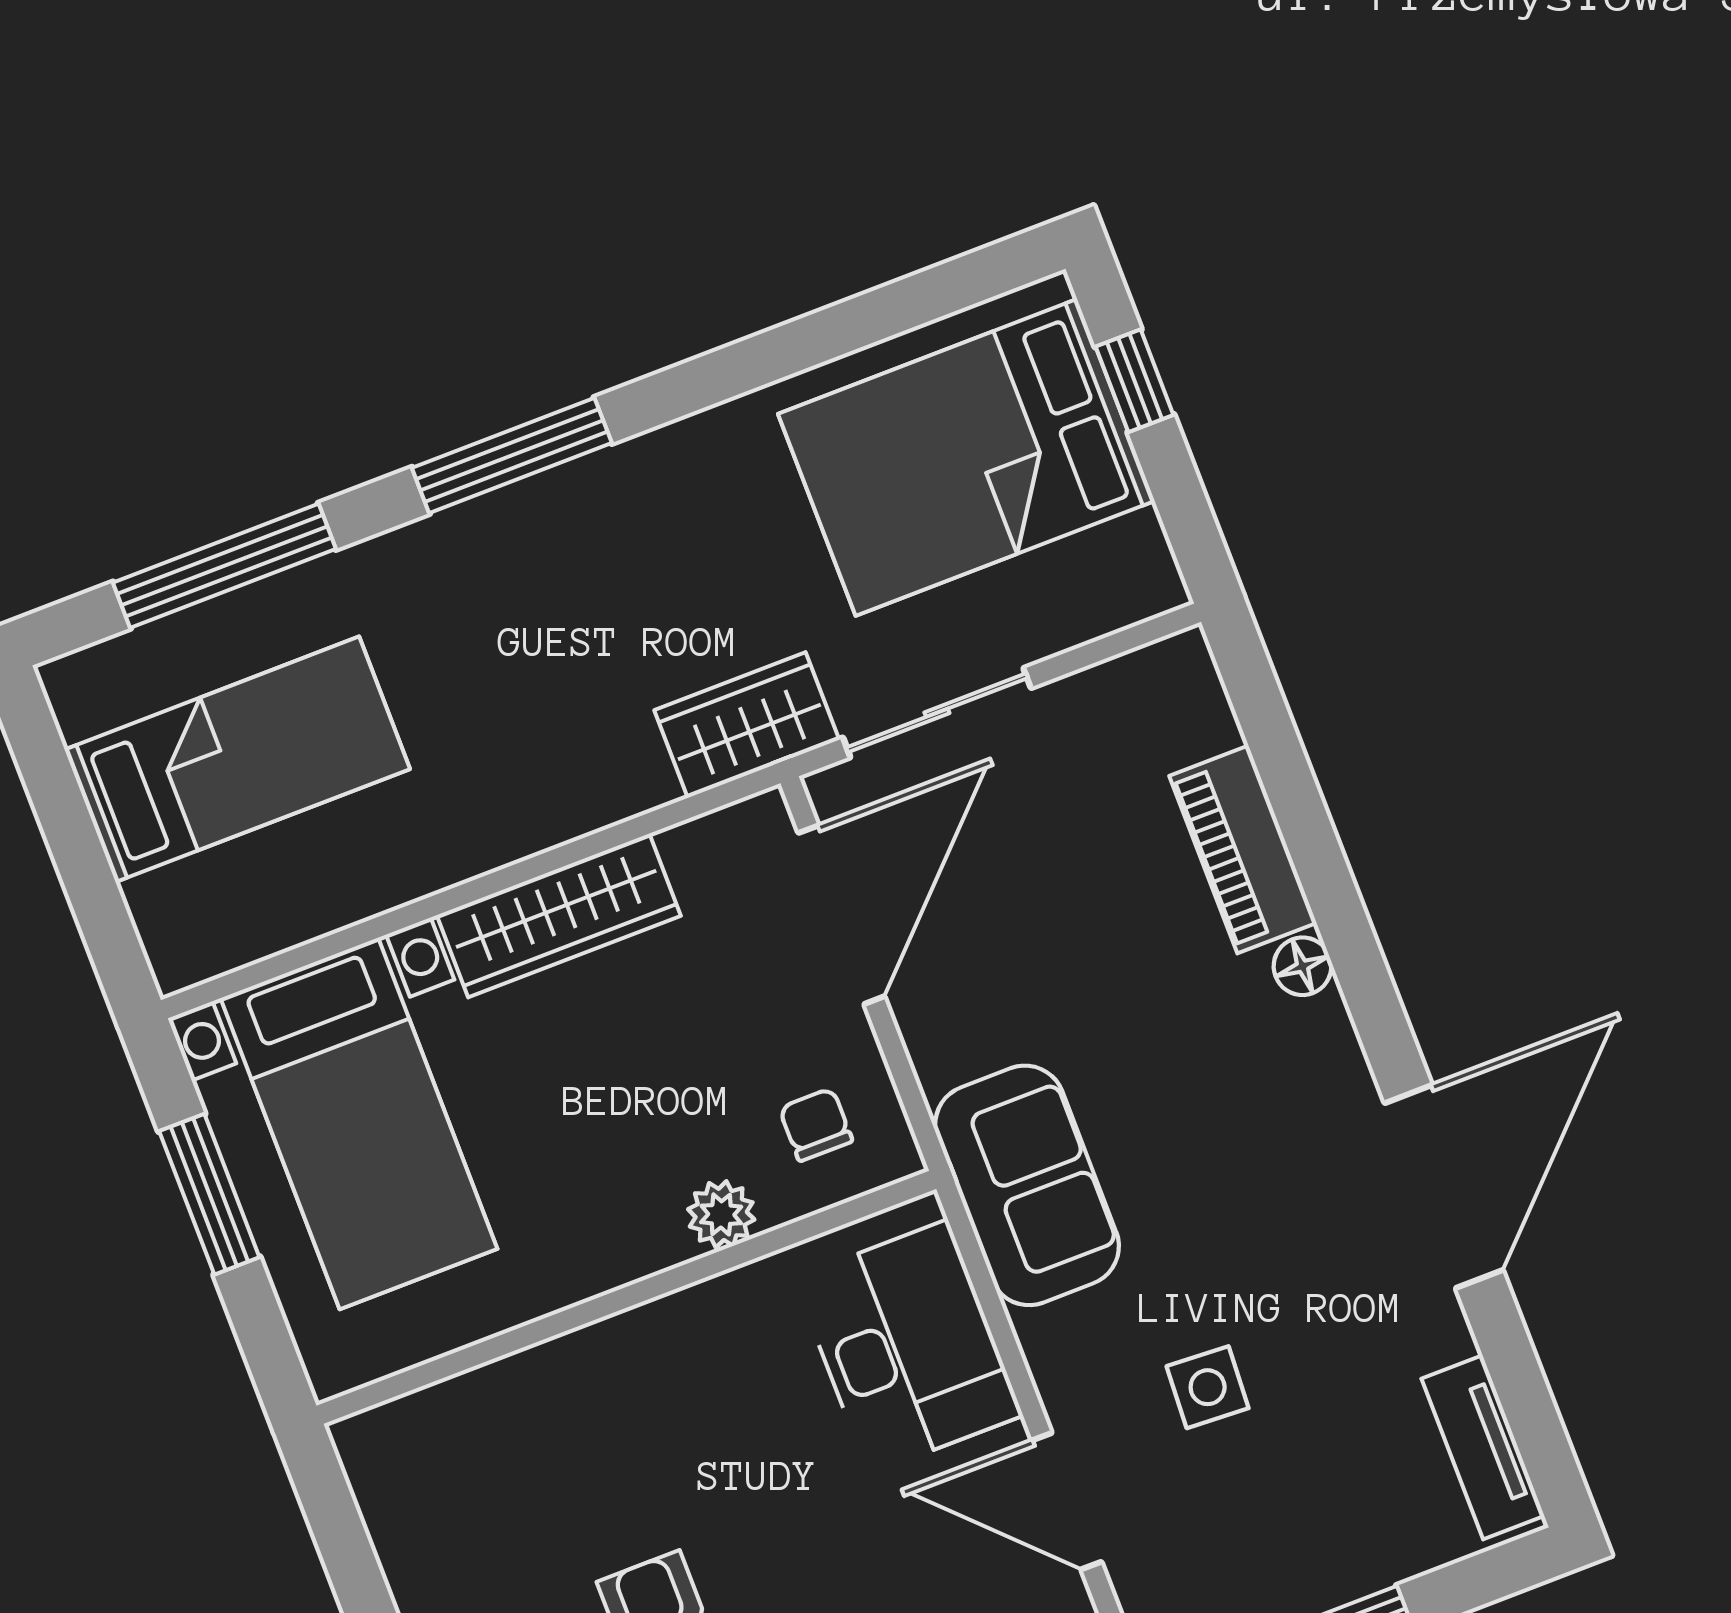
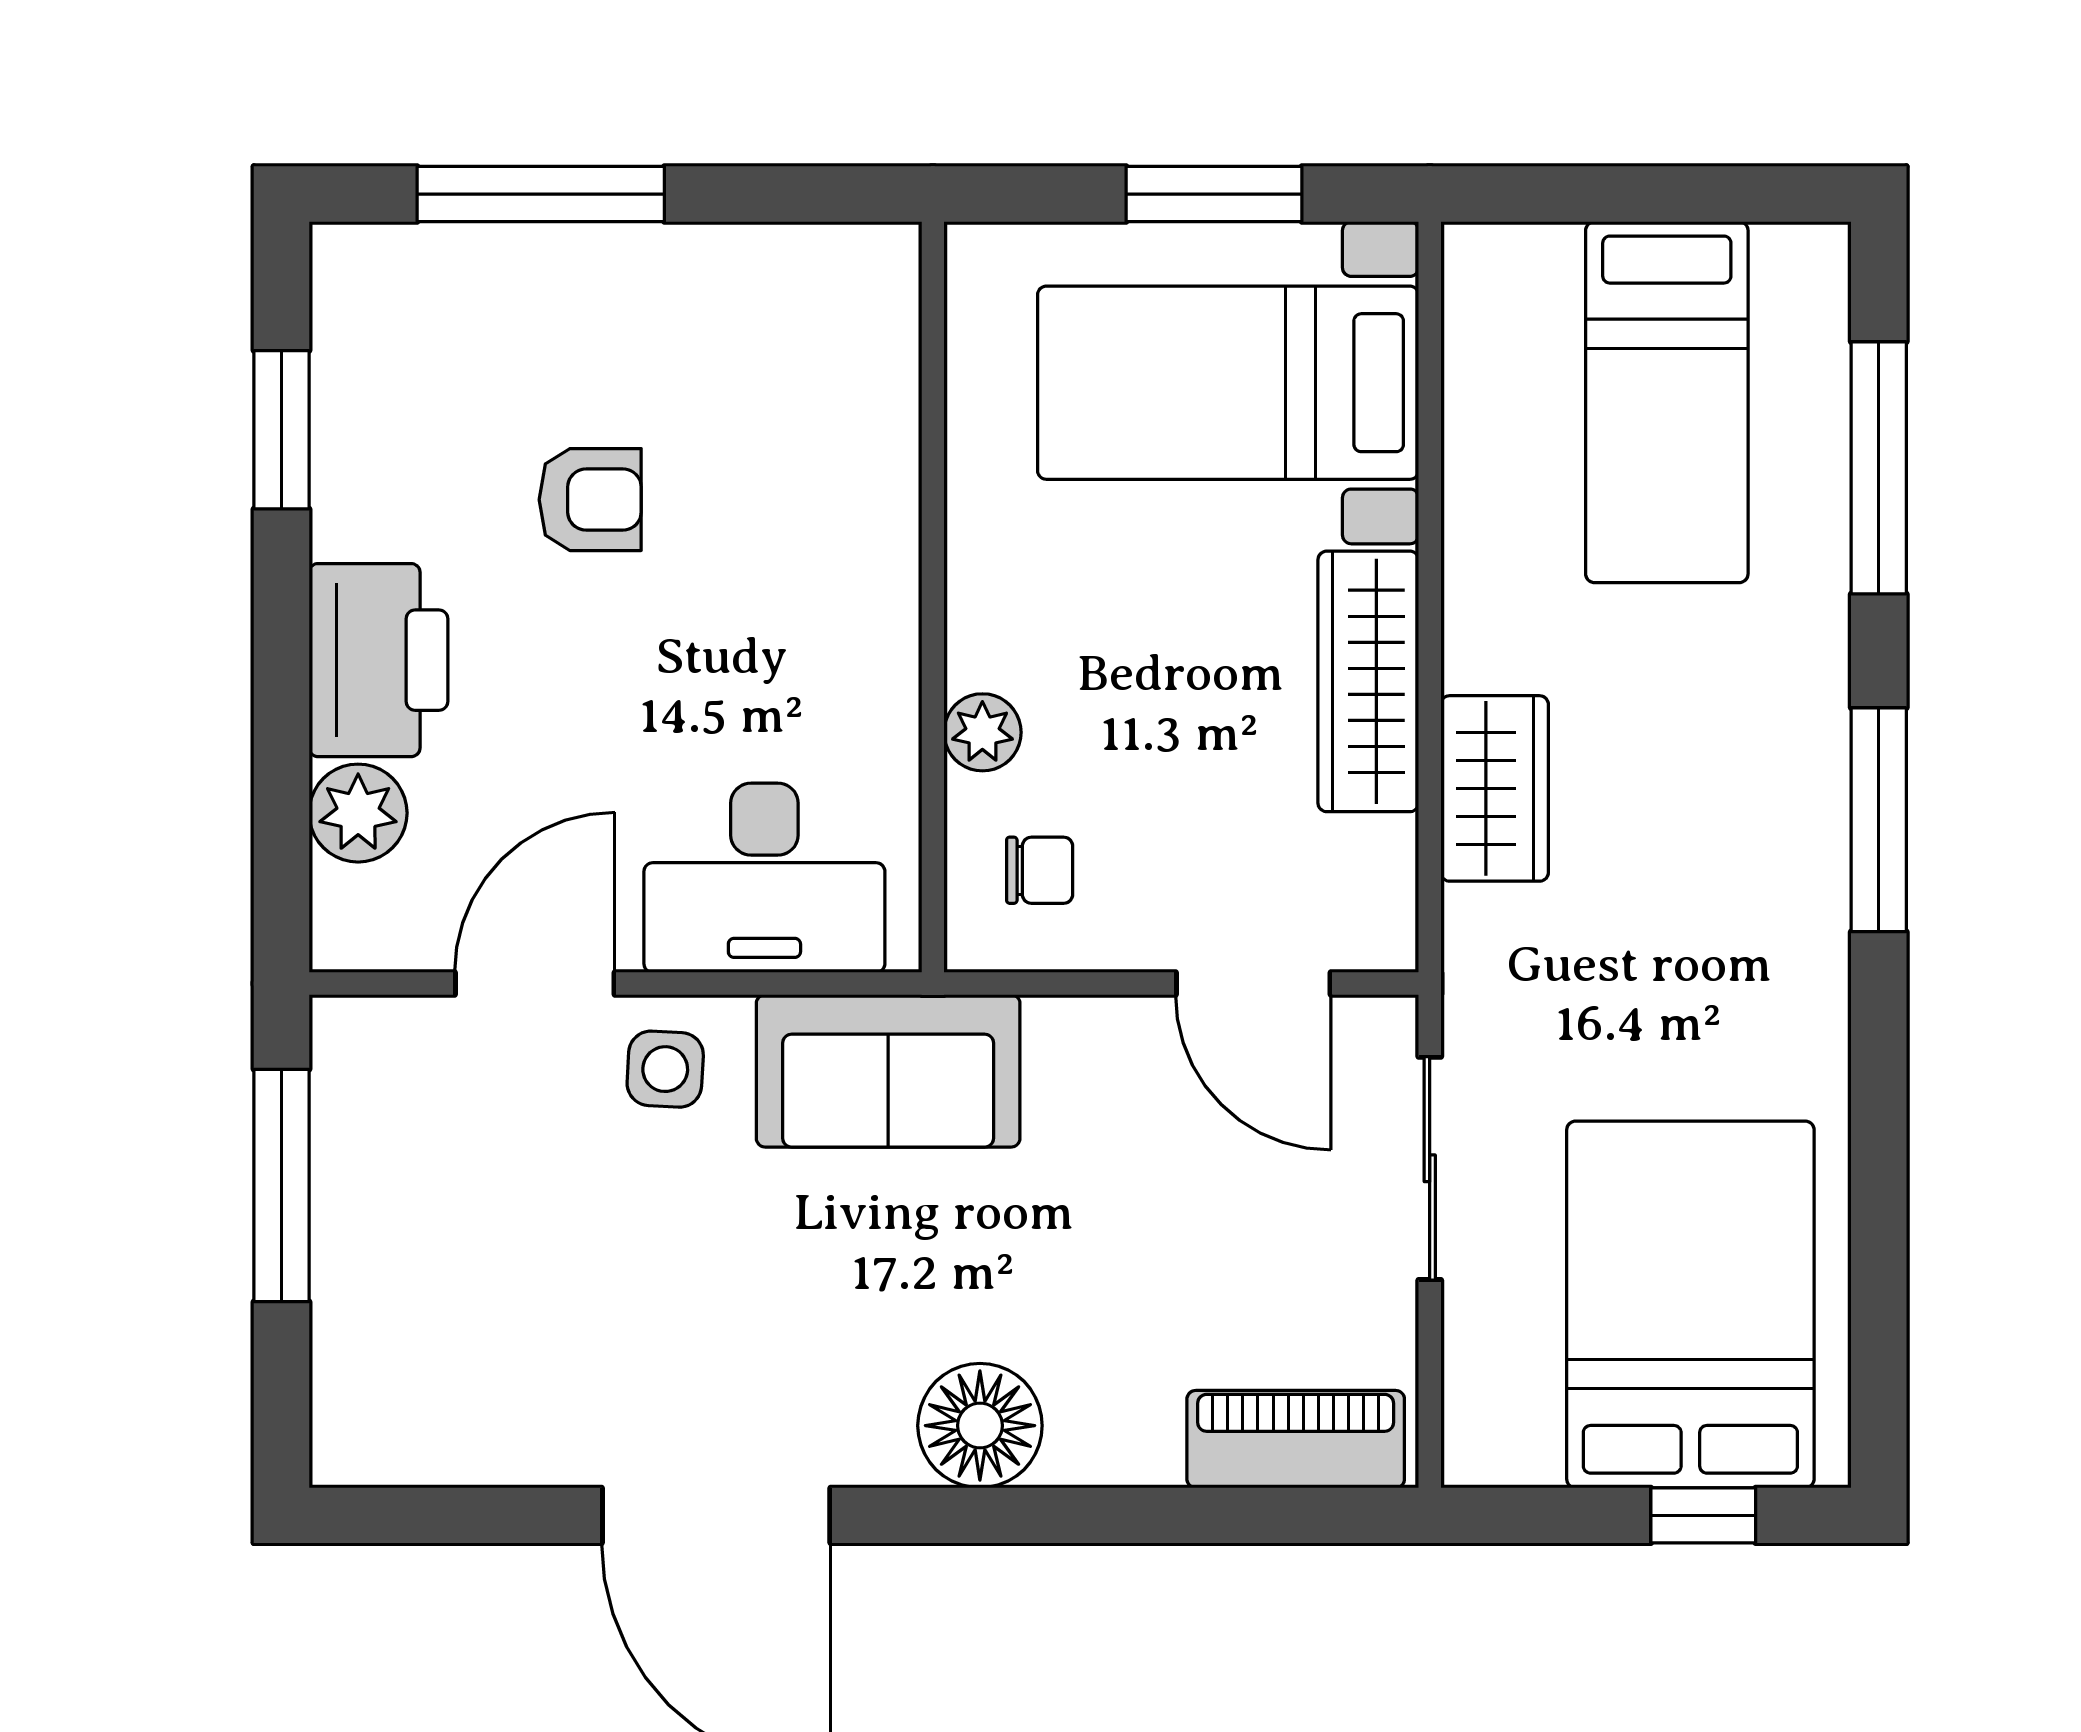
wardrobe: (747, 725) -> (1495, 788), moved
piano: (1243, 849) -> (1296, 1439), moved
door: (841, 915) -> (1253, 984), width x0.73
floor lamp: (1303, 966) -> (980, 1426), width x1.89, depth x1.89
side table: (1208, 1387) -> (665, 1069), moved
tv unit: (1483, 1447) -> (422, 1450), removed

